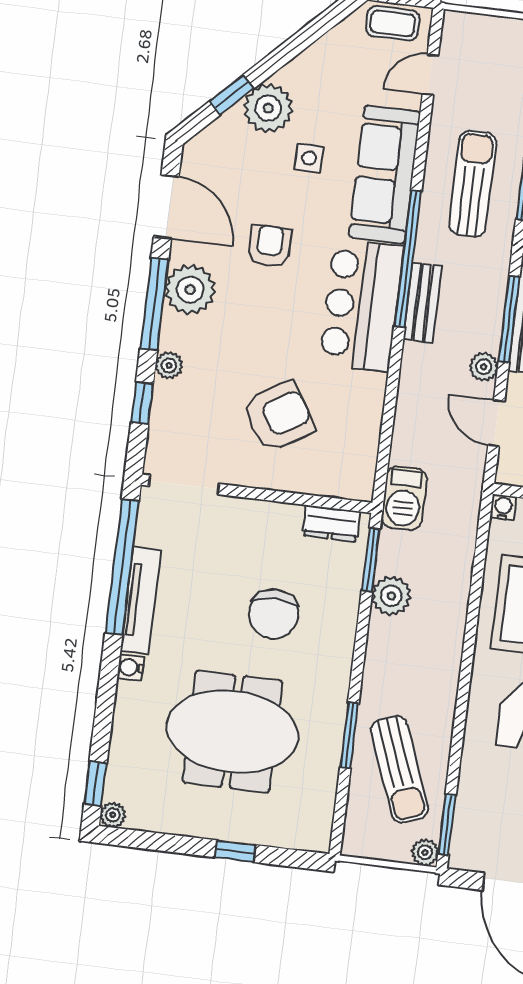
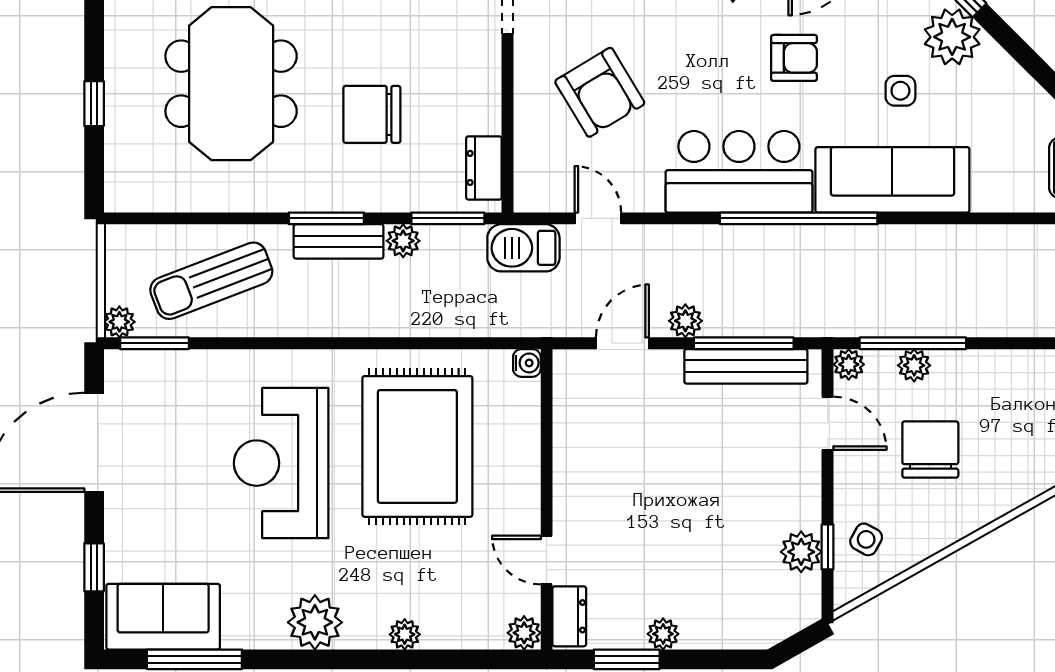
door: (430, 75) -> (598, 218), moved
sun lounger: (473, 184) -> (894, 282), removed
bench: (422, 303) -> (339, 241), moved
plant: (391, 596) -> (403, 241), width x0.73, depth x0.73
window: (349, 735) -> (326, 218), moved

